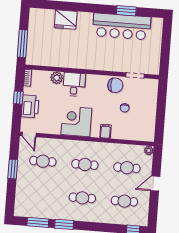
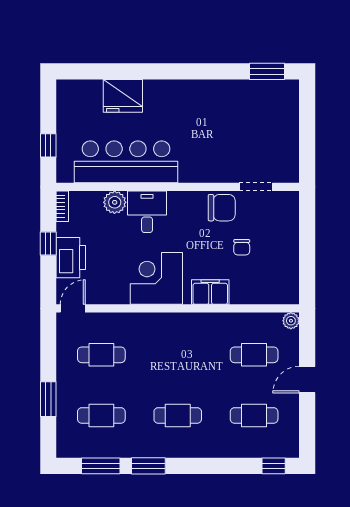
window: (126, 11) -> (267, 71), moved
bar counter: (122, 26) -> (126, 162), moved, turned 180
window: (22, 44) -> (48, 145), width x0.46
filing cabinet: (105, 131) -> (210, 292), width x2.00
door: (29, 134) -> (73, 308), swing flipped
cafe table: (85, 164) -> (101, 415), moved
window: (13, 169) -> (48, 399), moved

